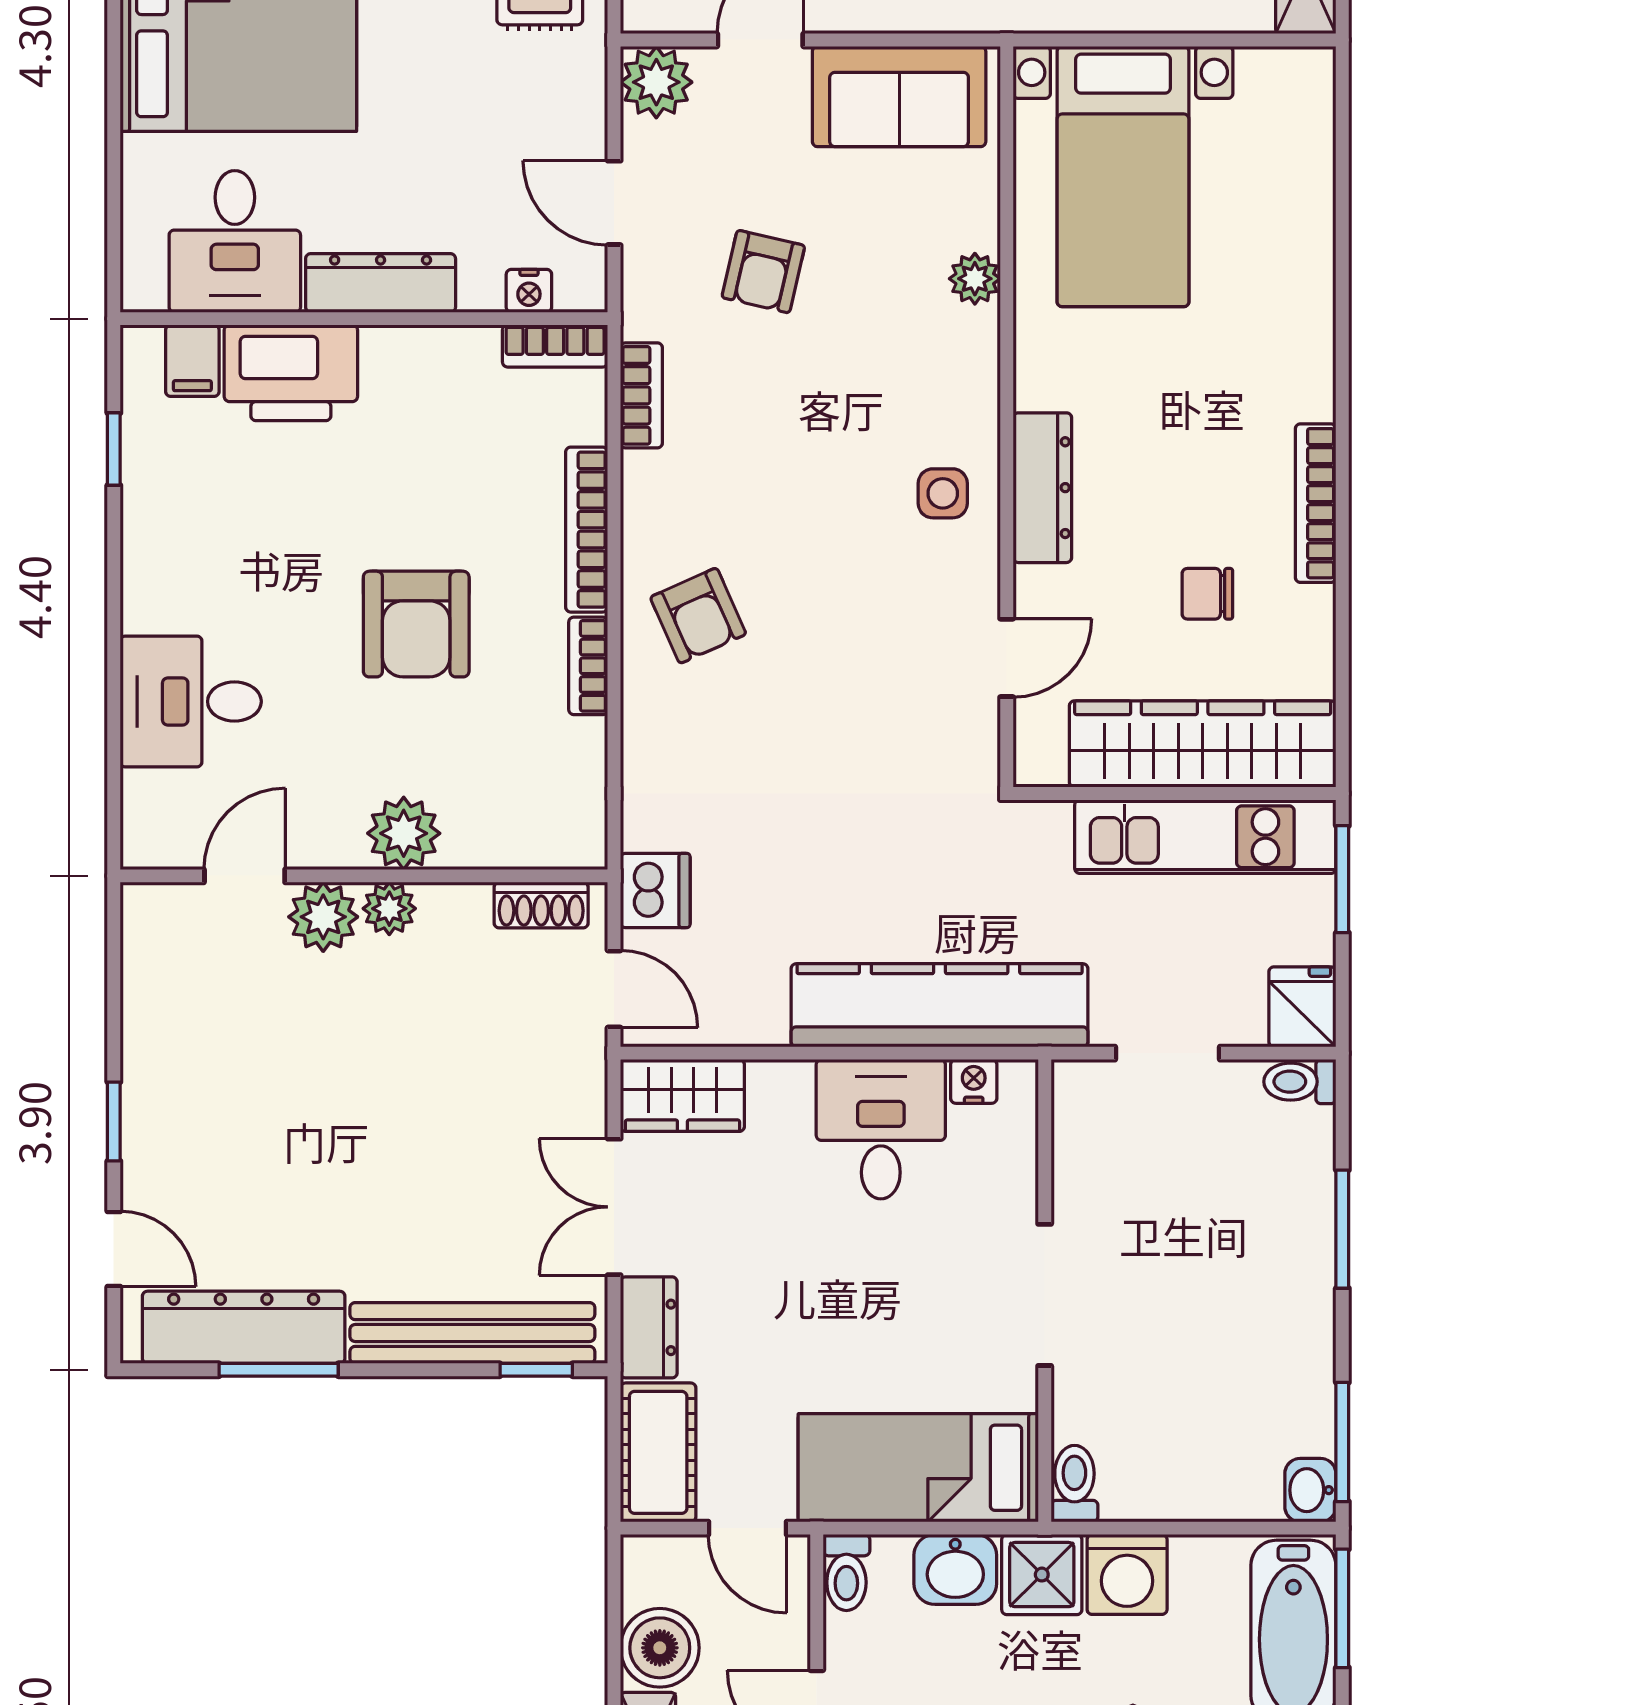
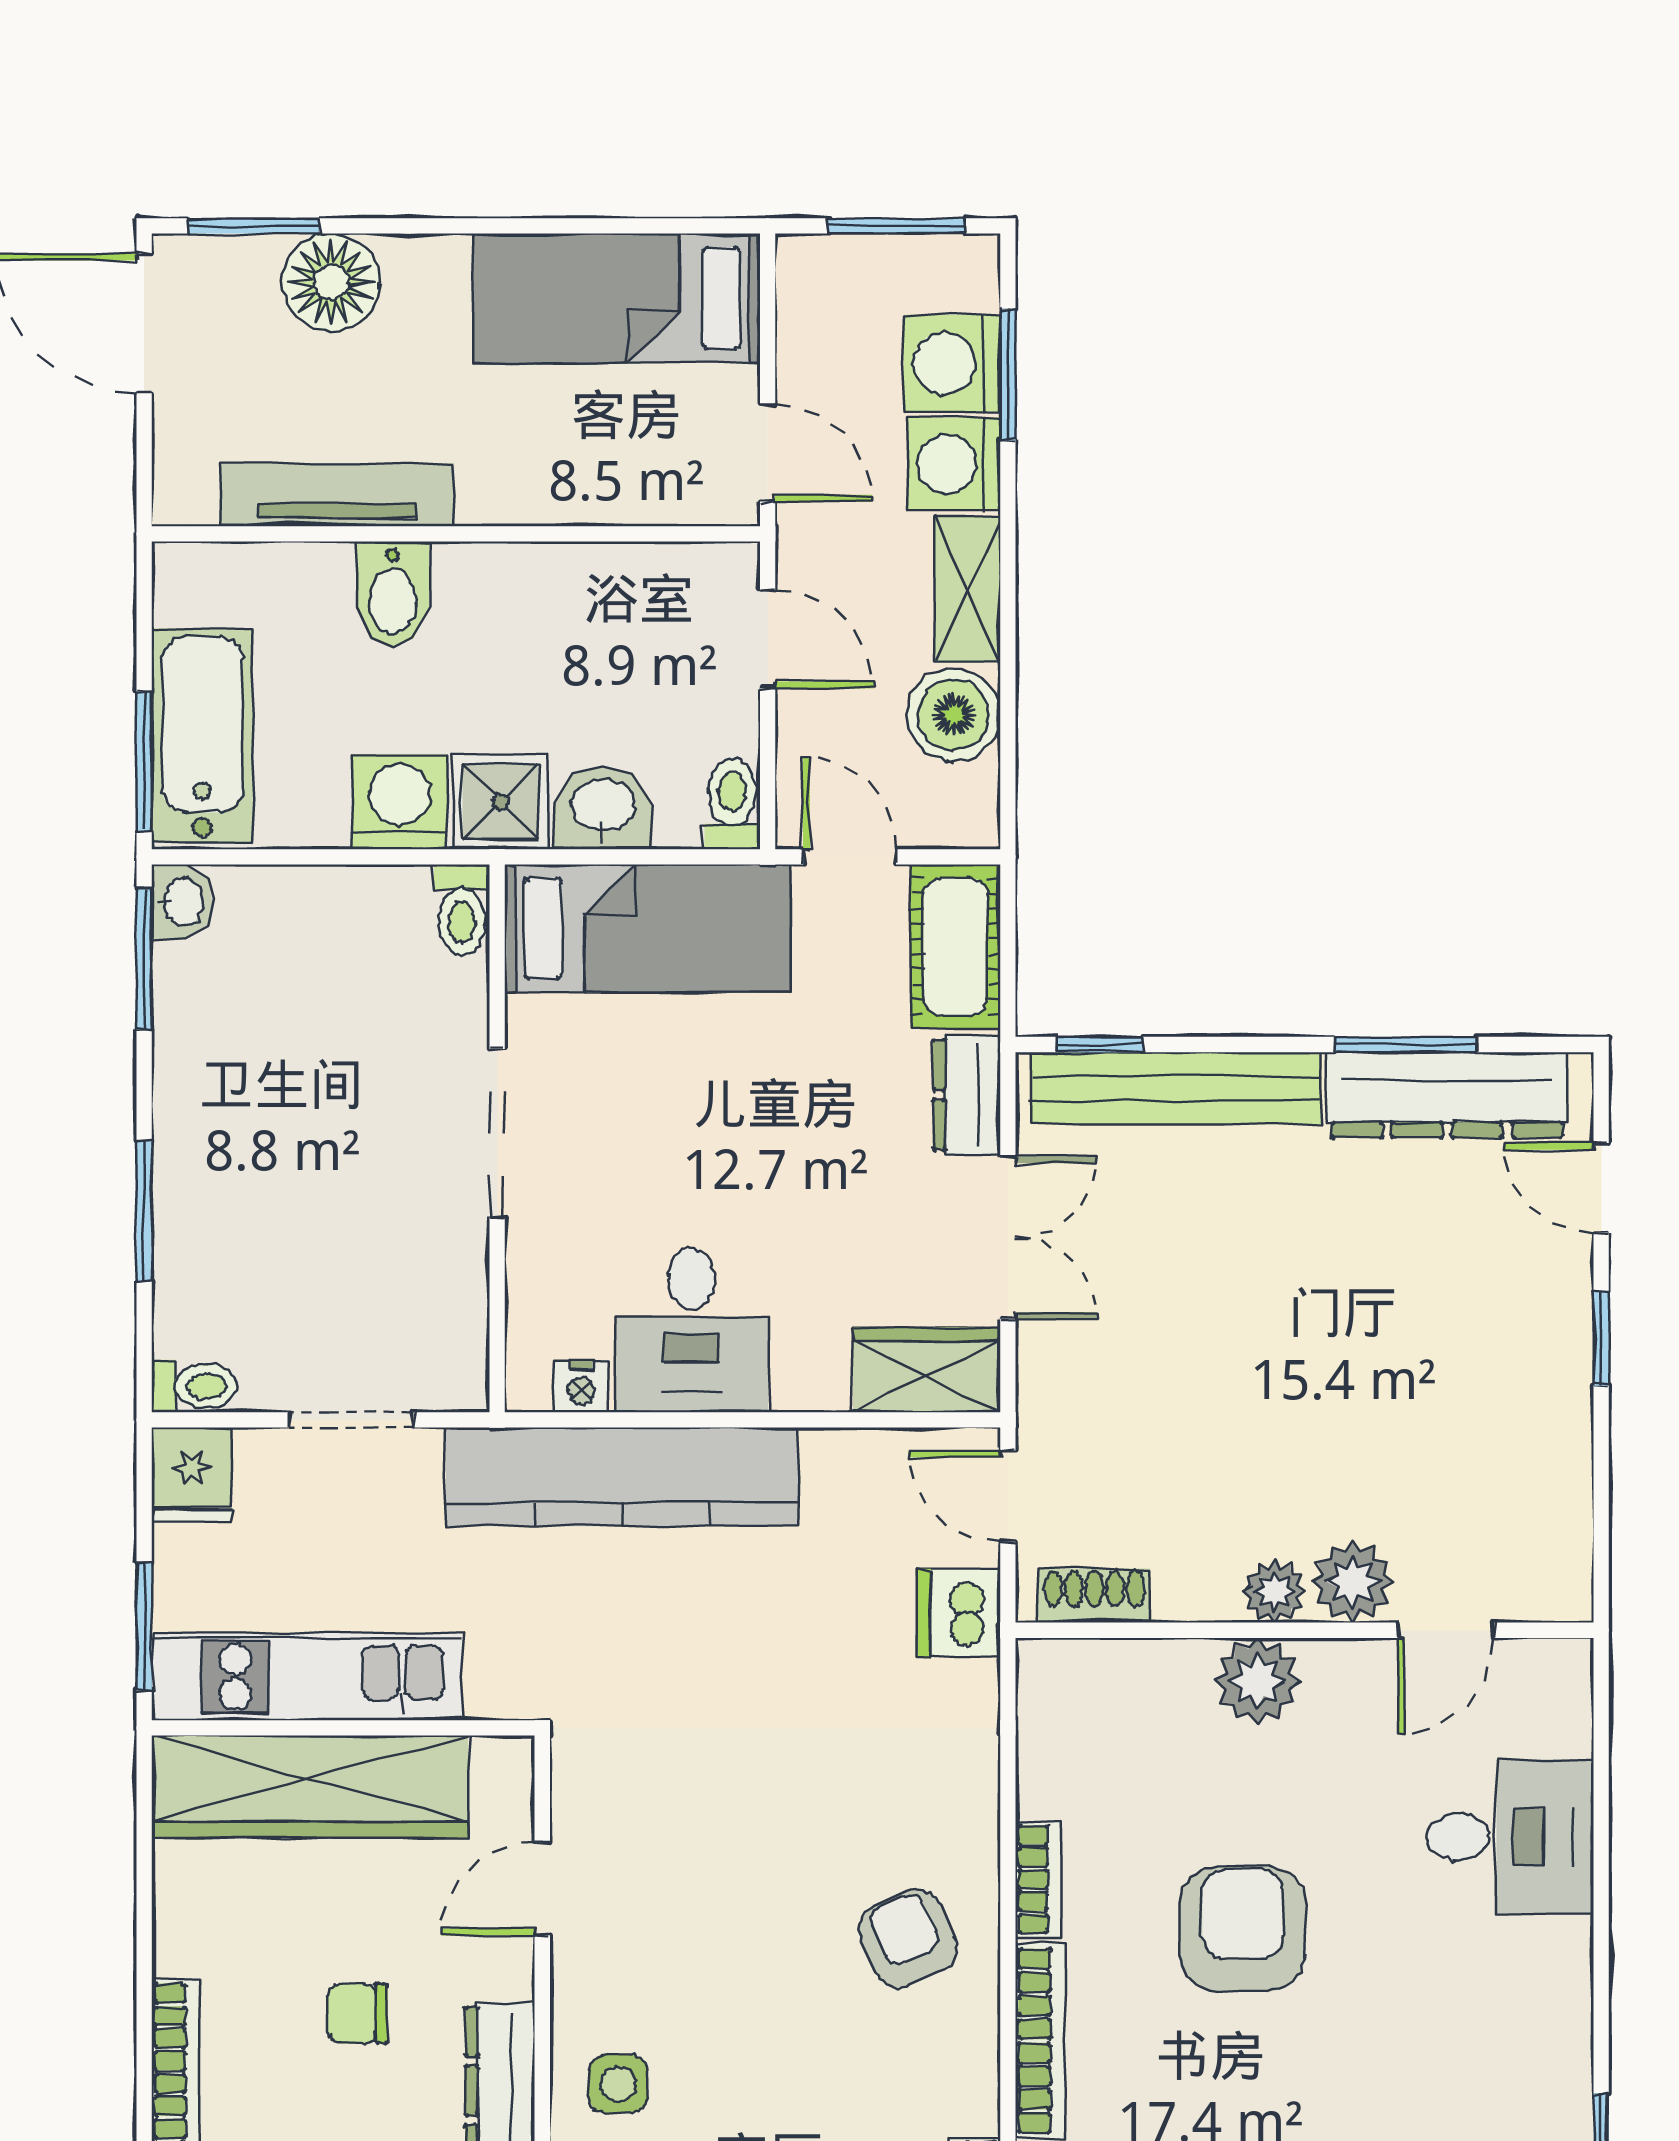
chair: (1207, 594) -> (358, 2014), moved, turned 180

